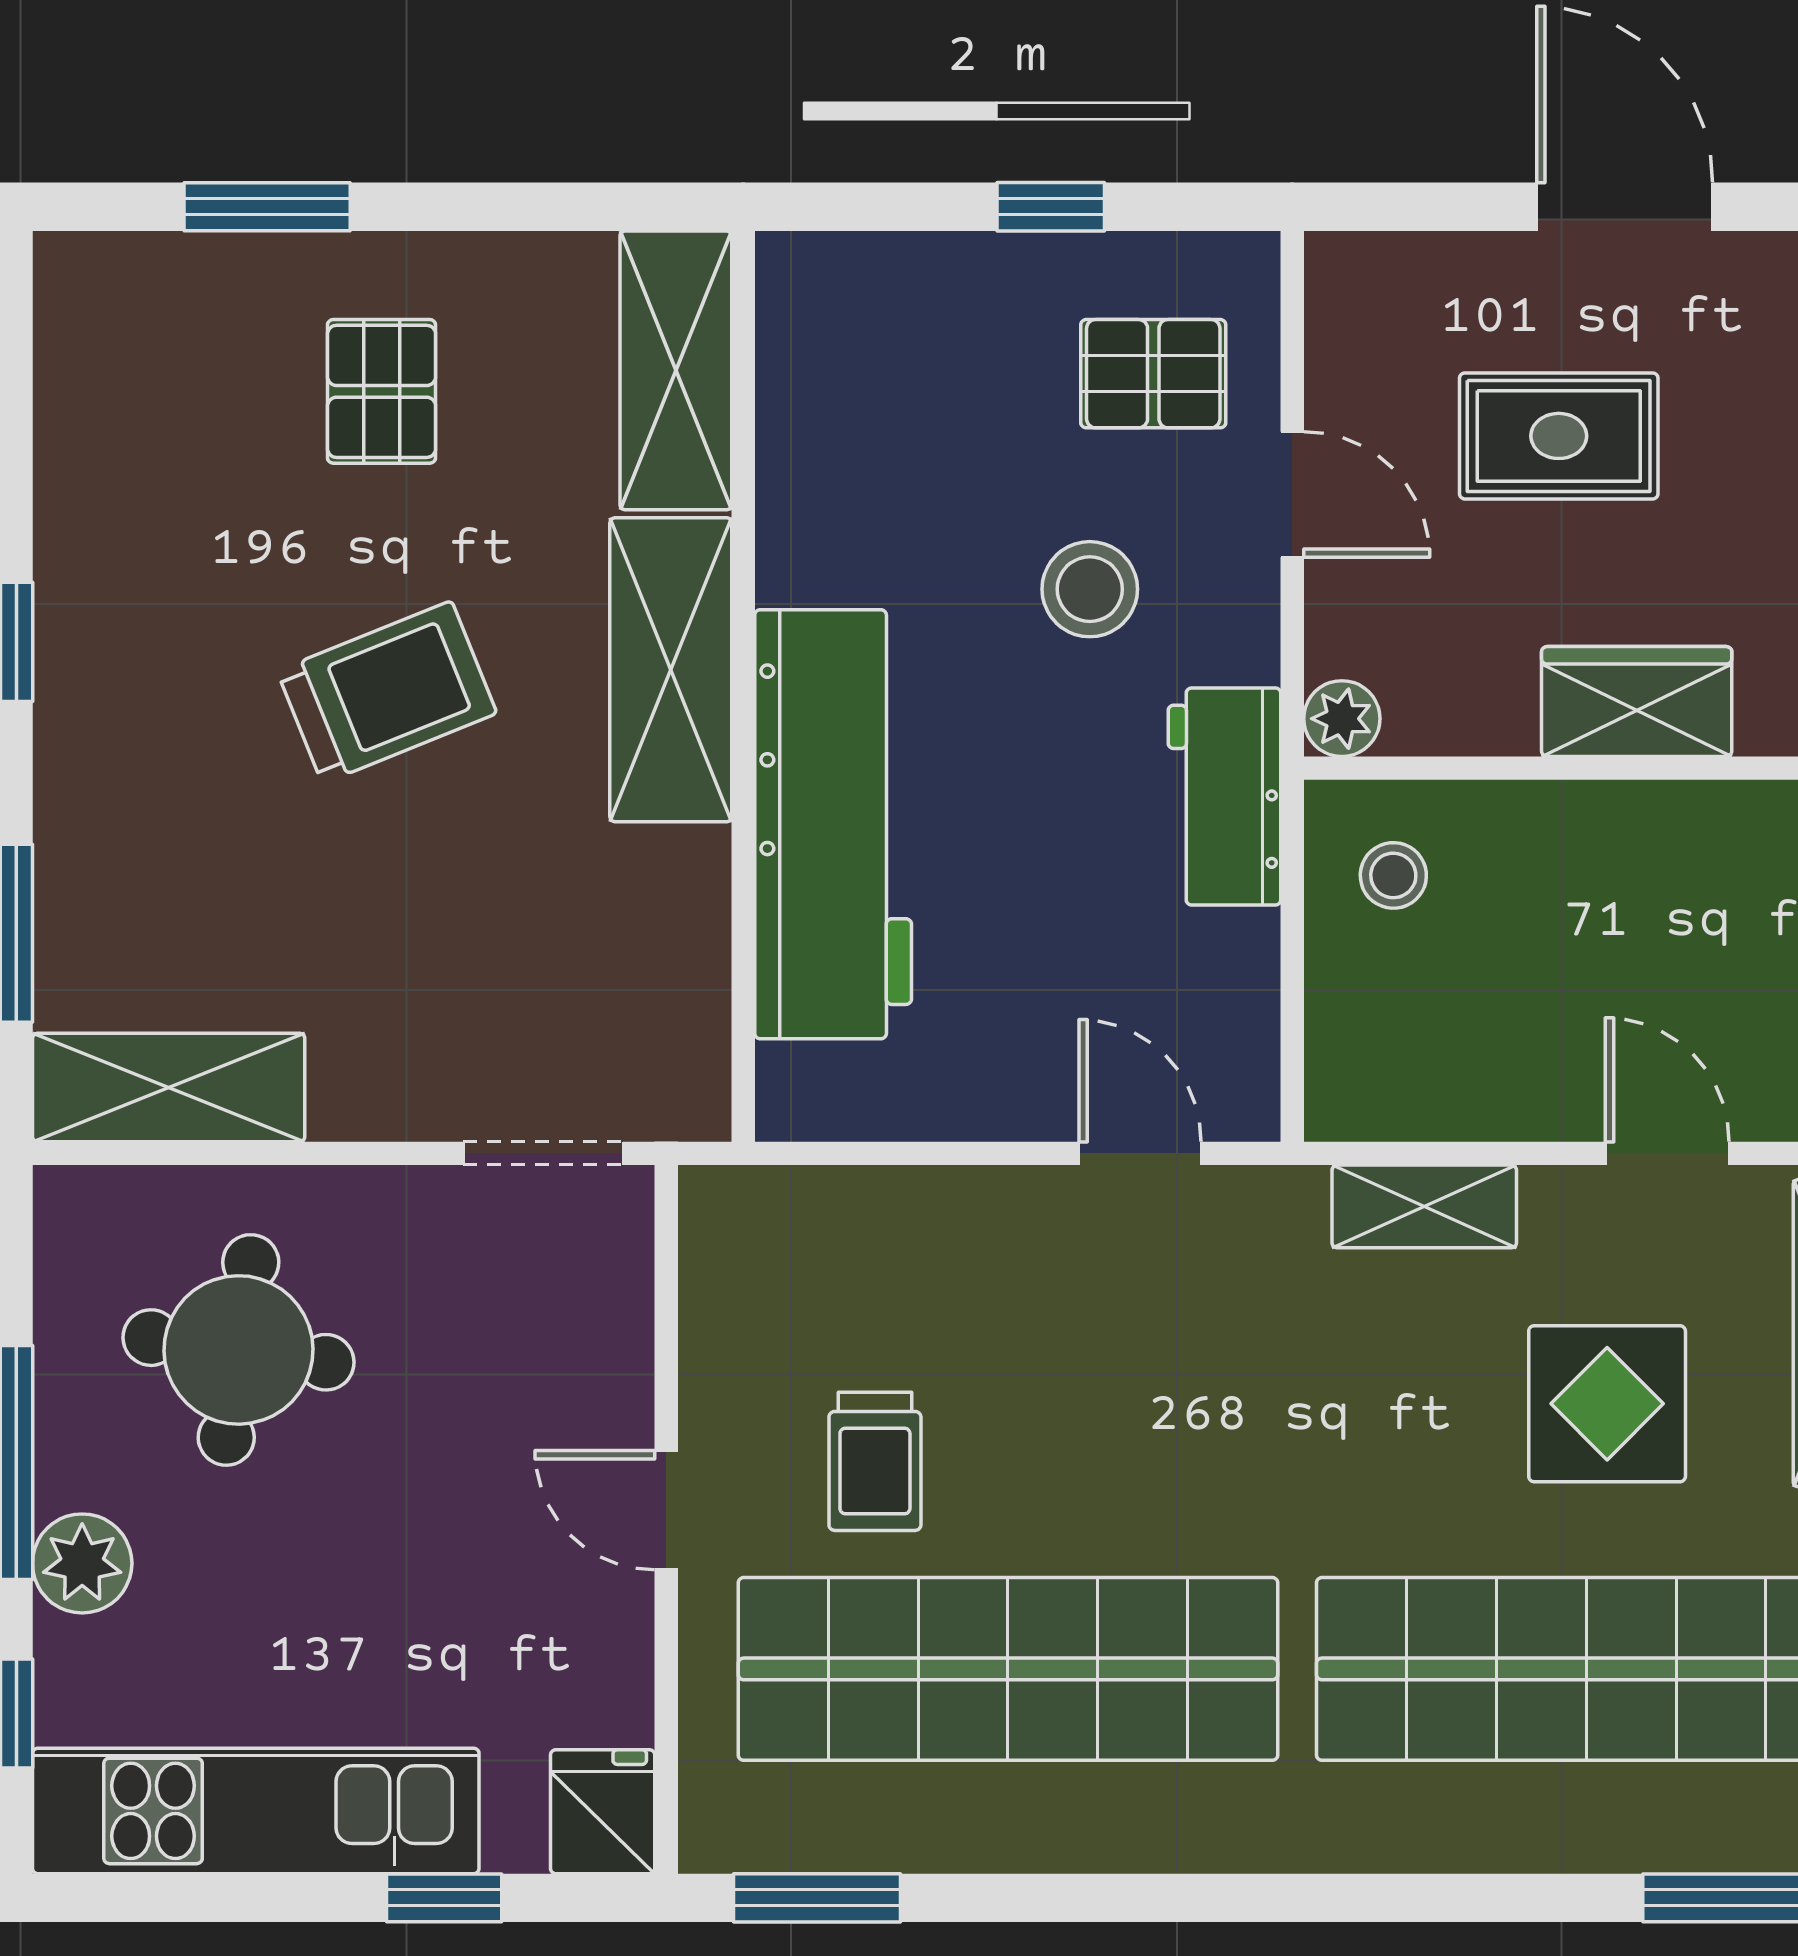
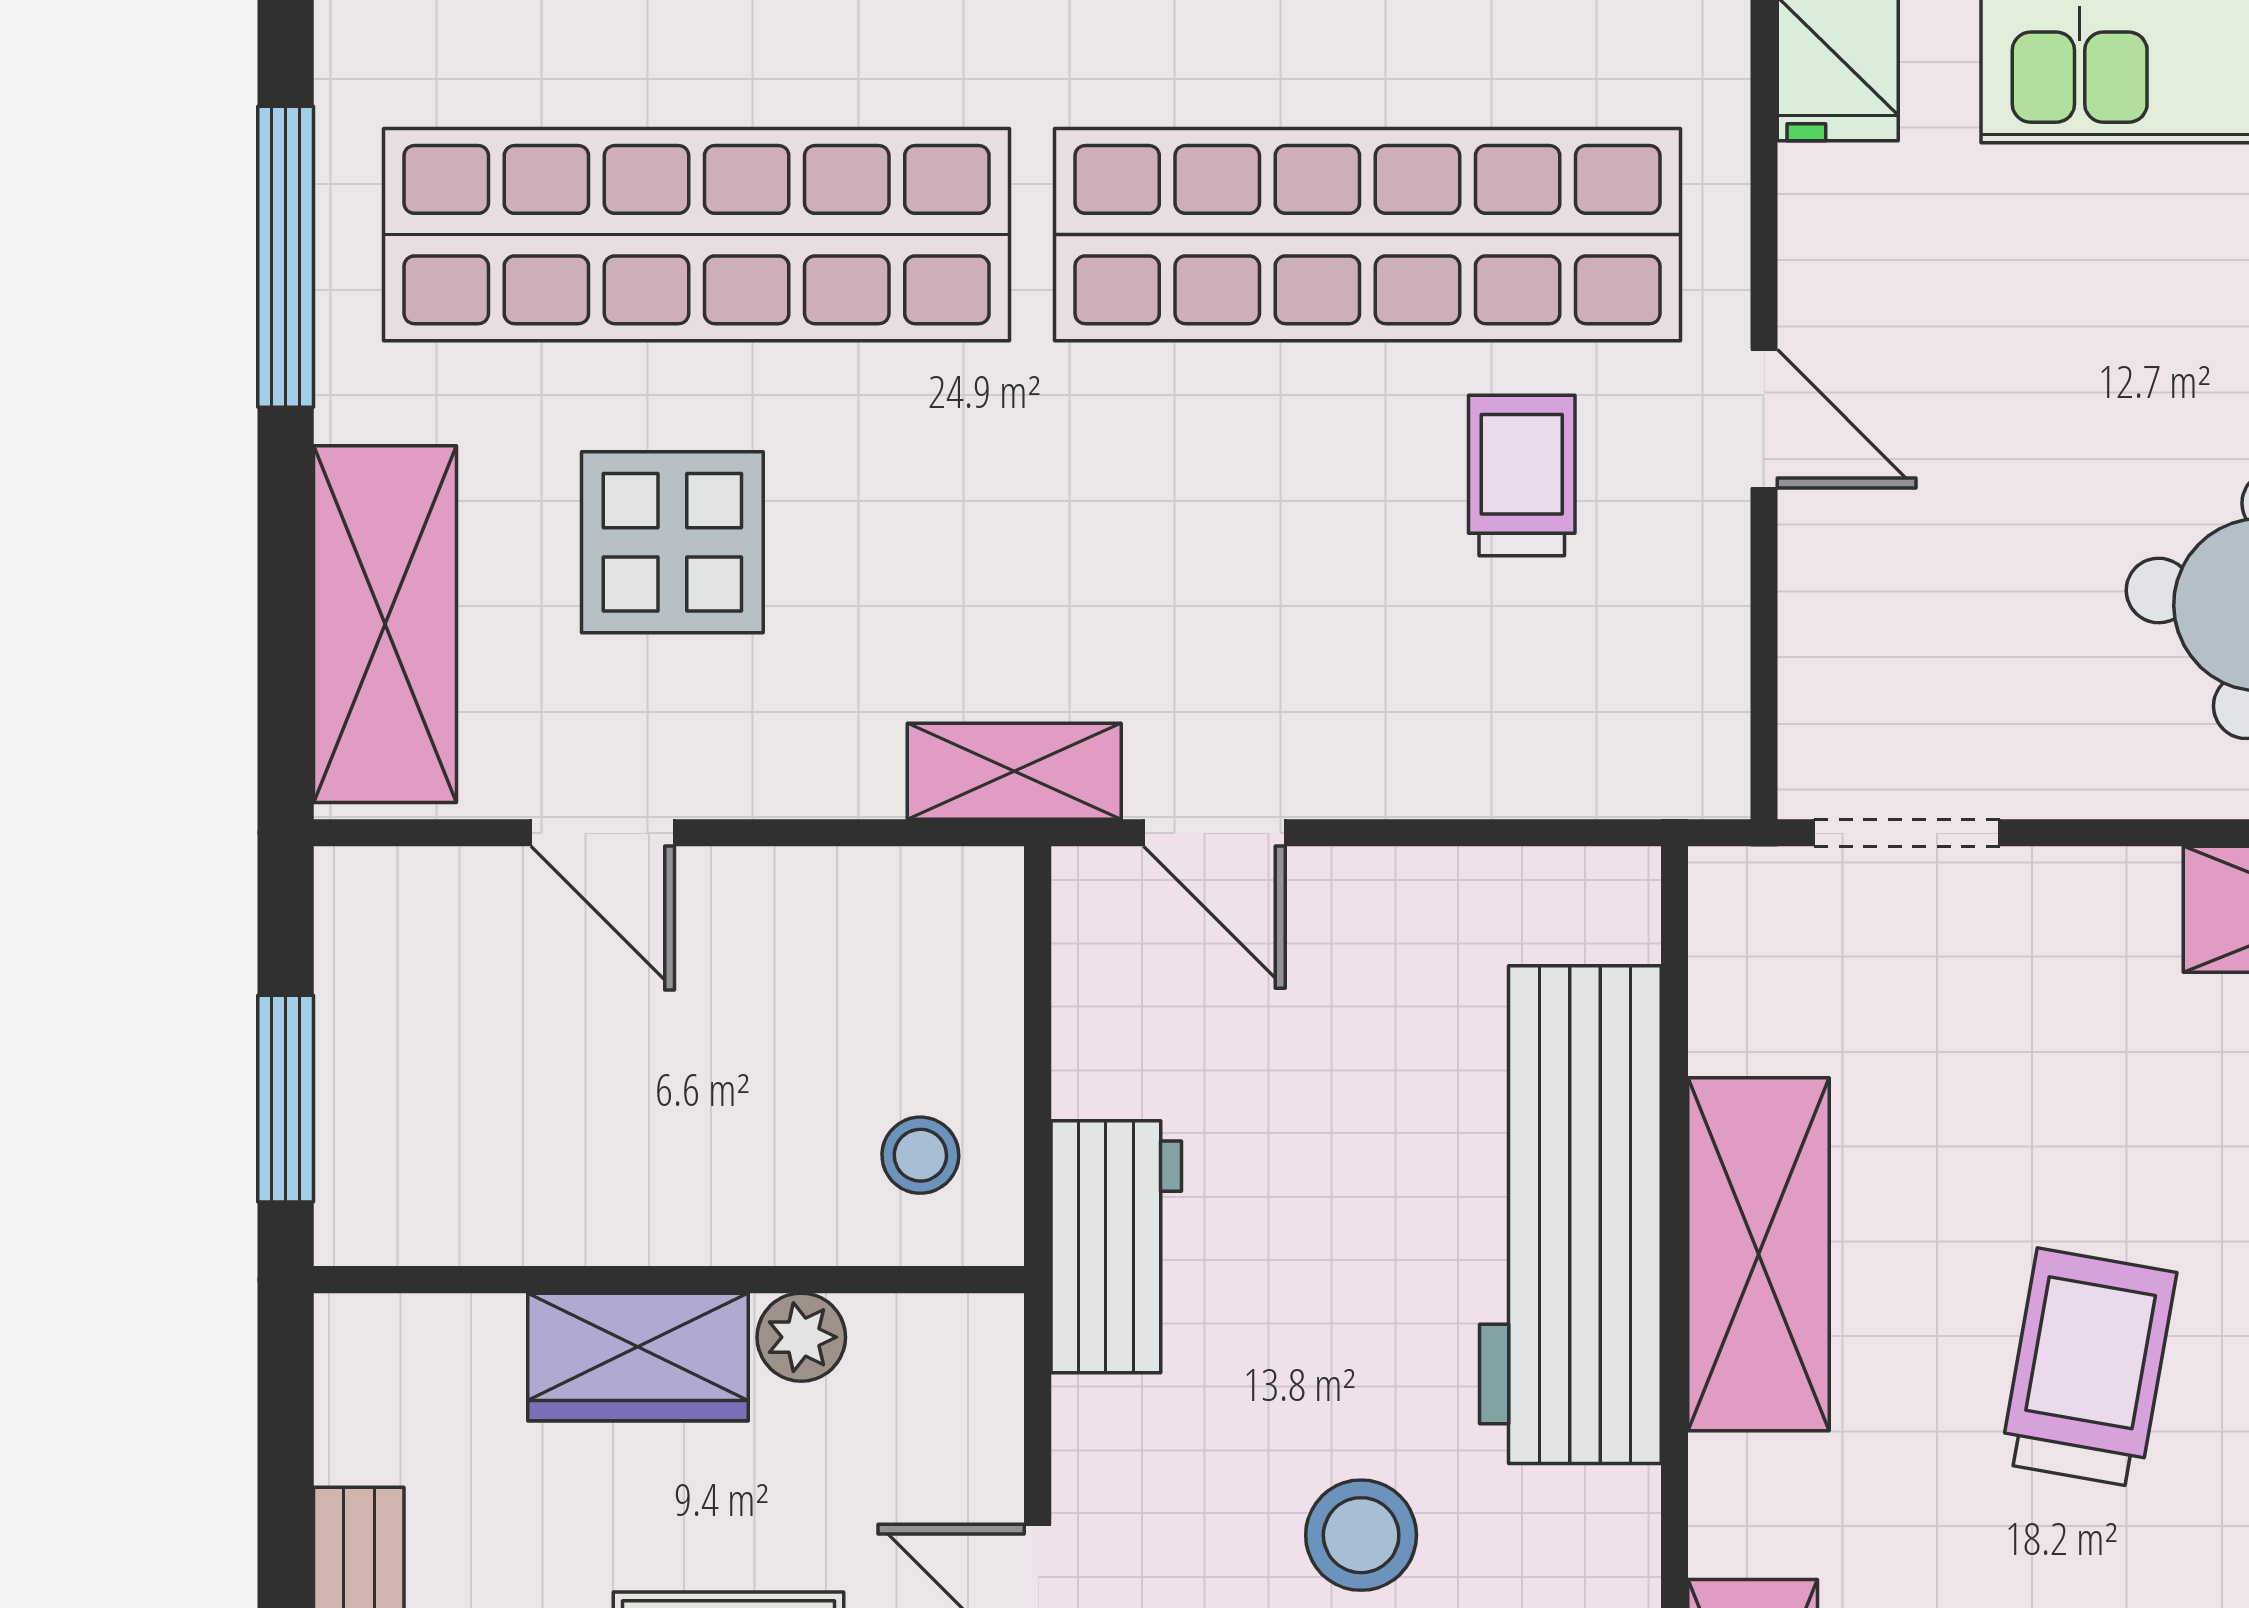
stool: (1090, 589) -> (1361, 1535), moved
shelving: (671, 670) -> (1759, 1254), moved
trolley: (387, 692) -> (2088, 1368), turned 122
plant: (1342, 719) -> (801, 1337), moved
shelving: (1424, 1206) -> (1014, 771), moved

